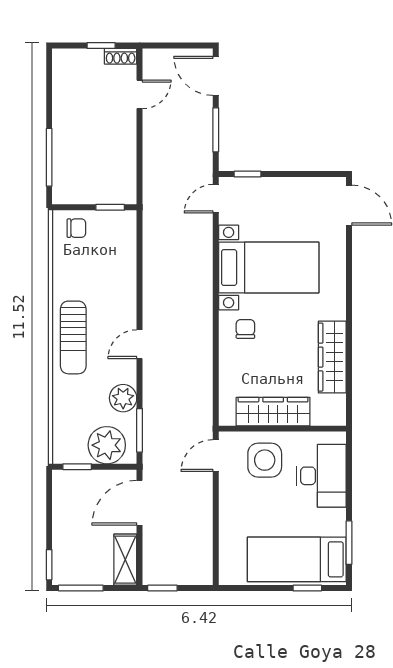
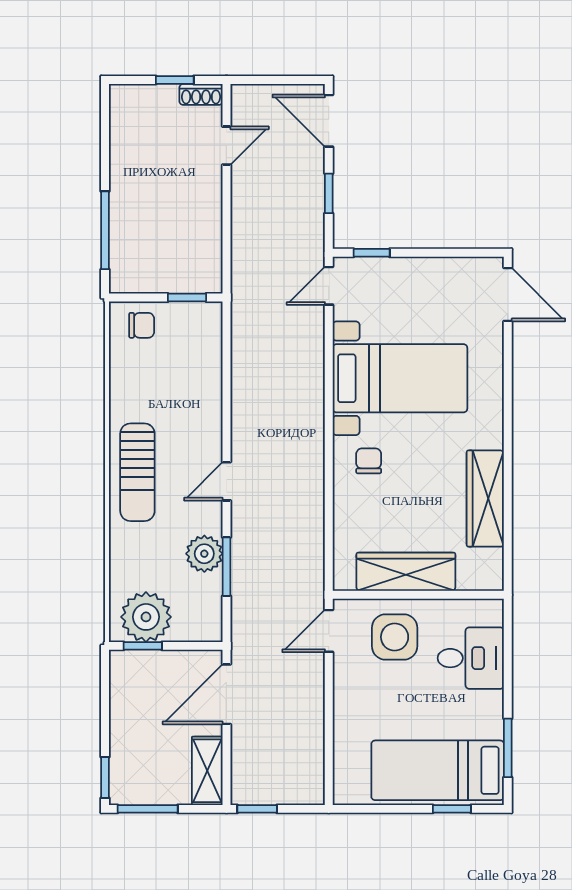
window: (216, 130) -> (329, 193), width x0.67
window: (140, 430) -> (226, 567), moved
plant: (107, 445) -> (146, 617), moved
desk: (321, 476) -> (471, 658), width x0.73

